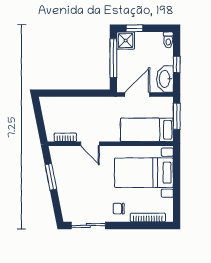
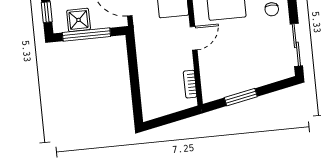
shower: (126, 41) -> (79, 20), moved
door: (90, 144) -> (194, 38), moved

